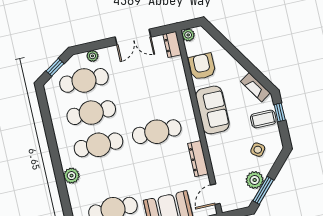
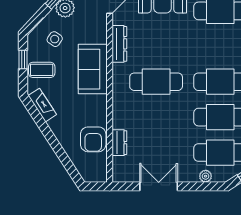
plant: (188, 35) -> (100, 176), removed
dresser: (172, 44) -> (119, 143), moved
sofa: (212, 110) -> (93, 69), moved
window: (280, 112) -> (23, 59), moved

